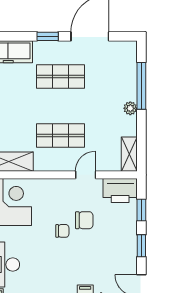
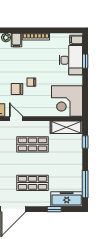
window: (48, 36) -> (54, 209), moved
door: (86, 175) -> (16, 119), swing flipped

